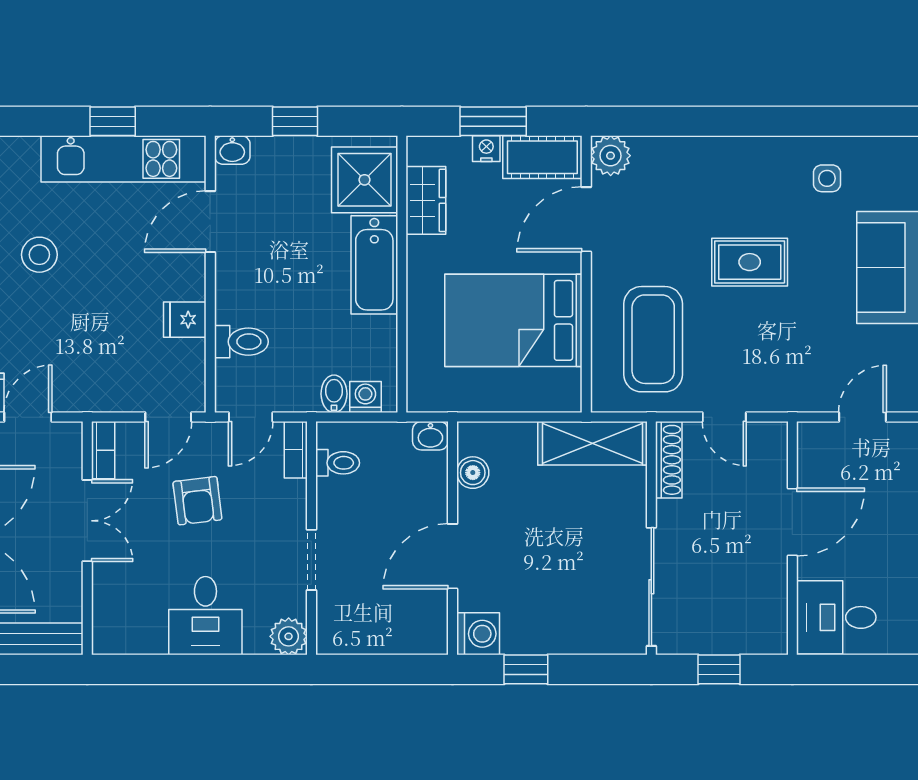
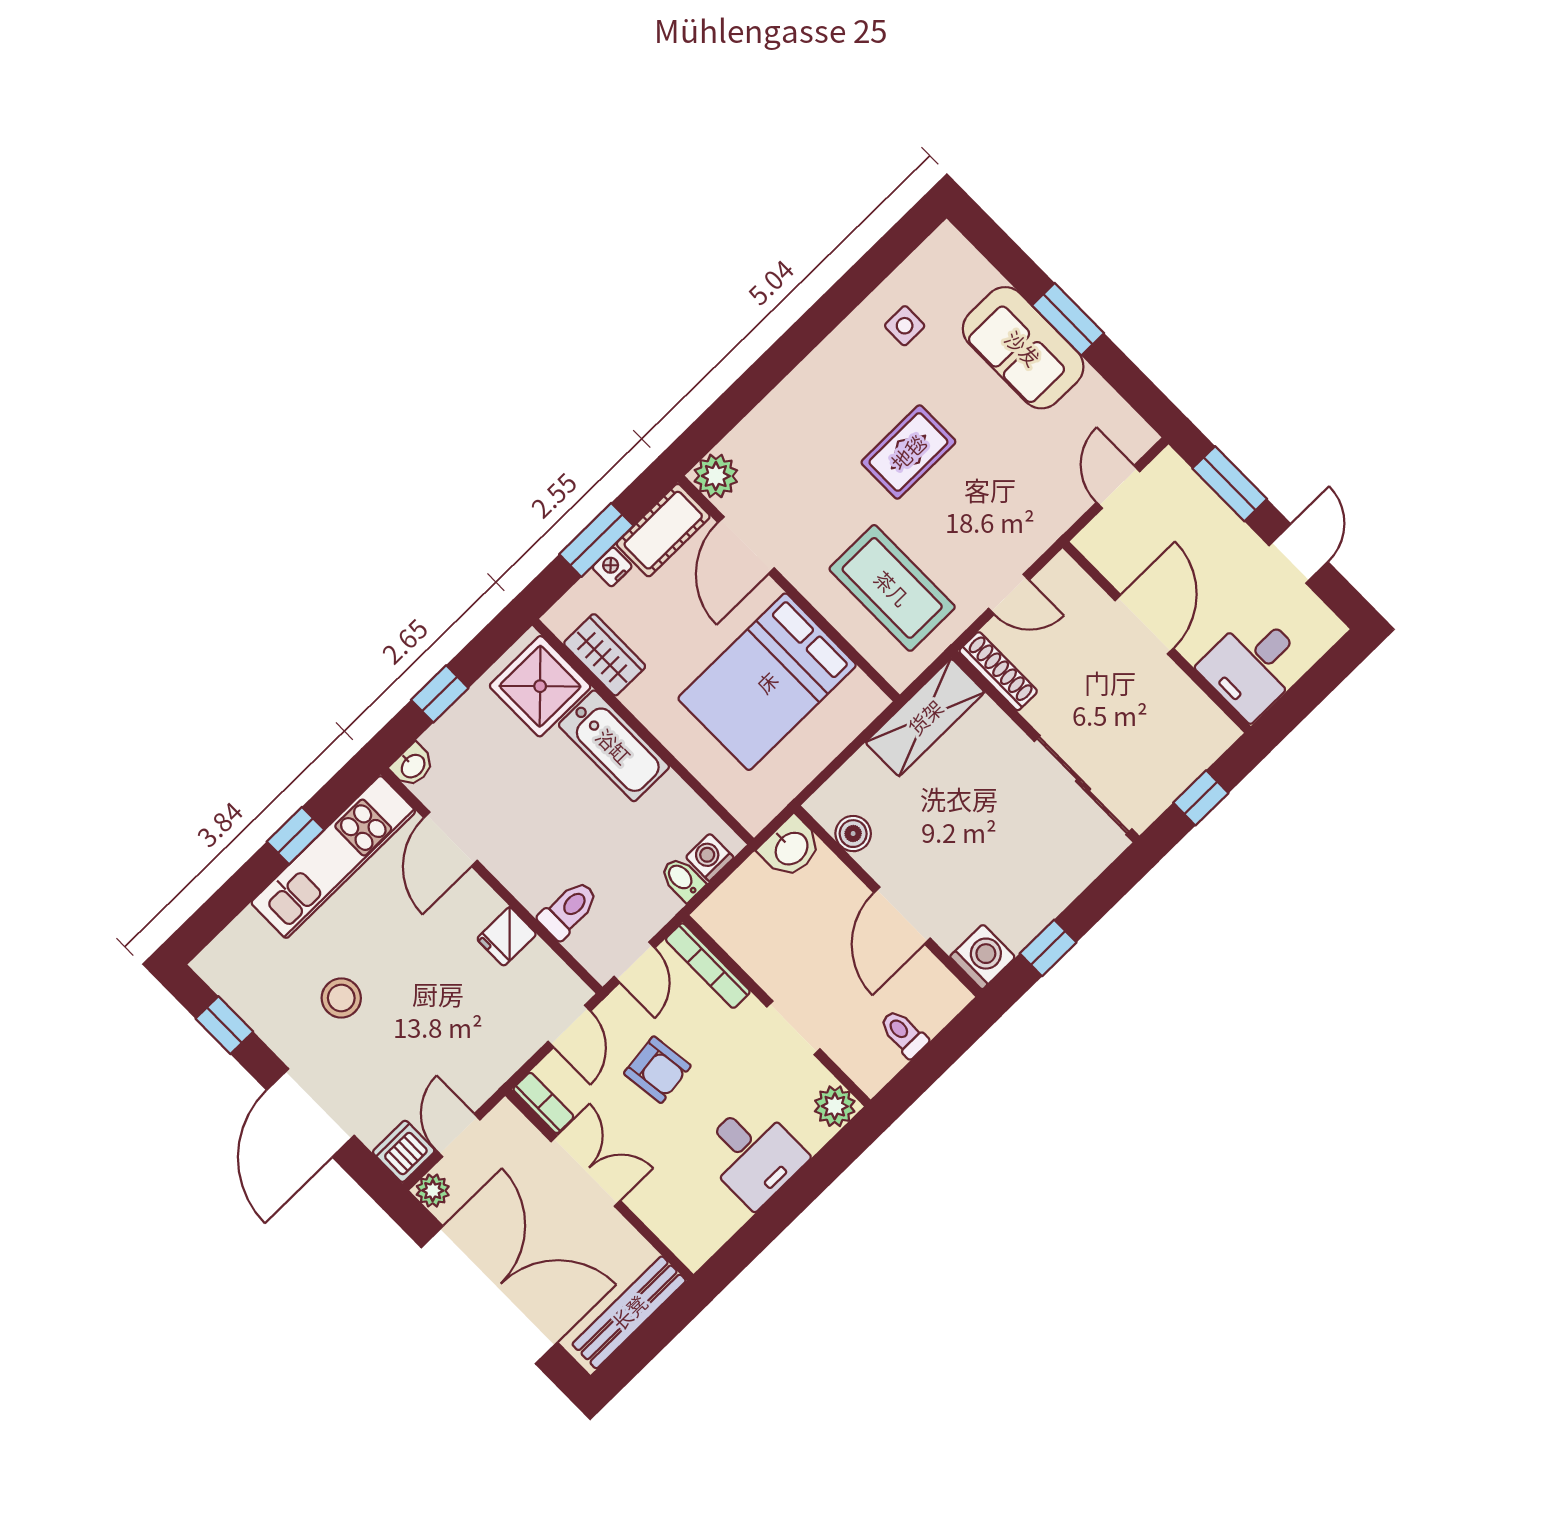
washbasin: (430, 436) -> (791, 848), width x1.38, depth x1.45
bookcase: (296, 450) -> (708, 966), width x1.56
toilet: (338, 463) -> (904, 1034), moved, turned -90

